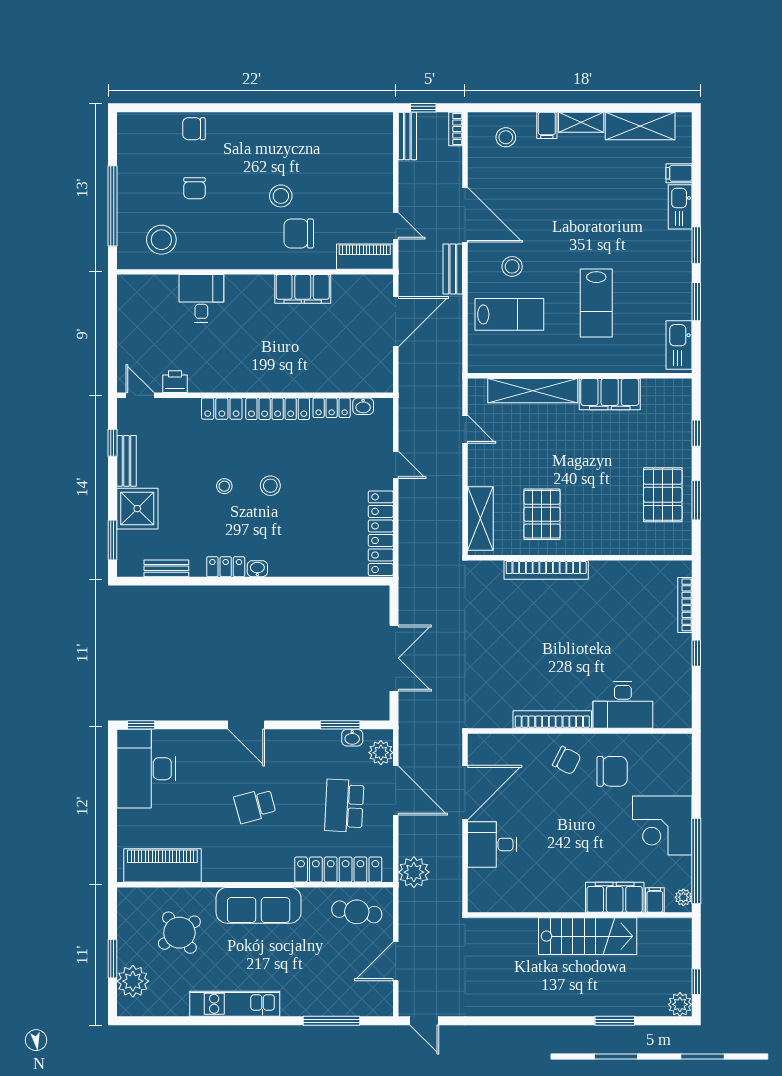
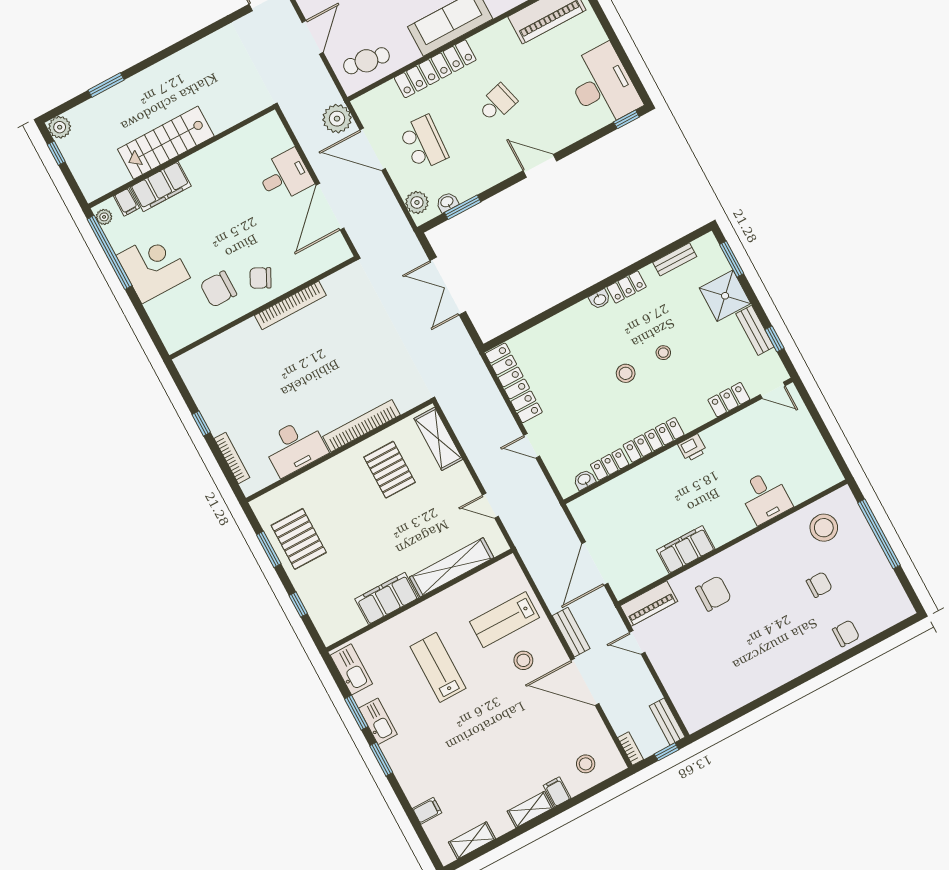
shelving: (640, 126) -> (472, 840), width x0.67, depth x0.75
chair: (195, 188) -> (819, 585), turned 90
stool: (281, 196) -> (745, 616), removed
kitchen sink: (680, 207) -> (378, 721), moved
printer: (175, 382) -> (692, 448), moved
locker: (222, 409) -> (729, 400), moved
desk: (623, 705) -> (295, 447), moved, turned 180
door: (396, 791) -> (373, 149), moved
locker: (338, 870) -> (435, 69), moved

